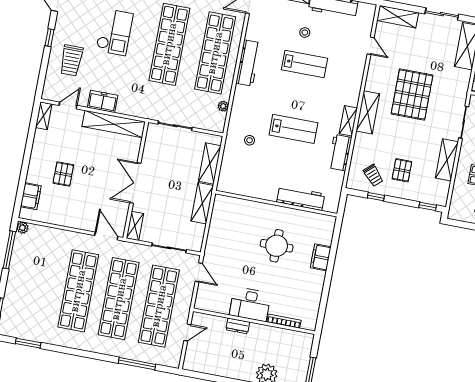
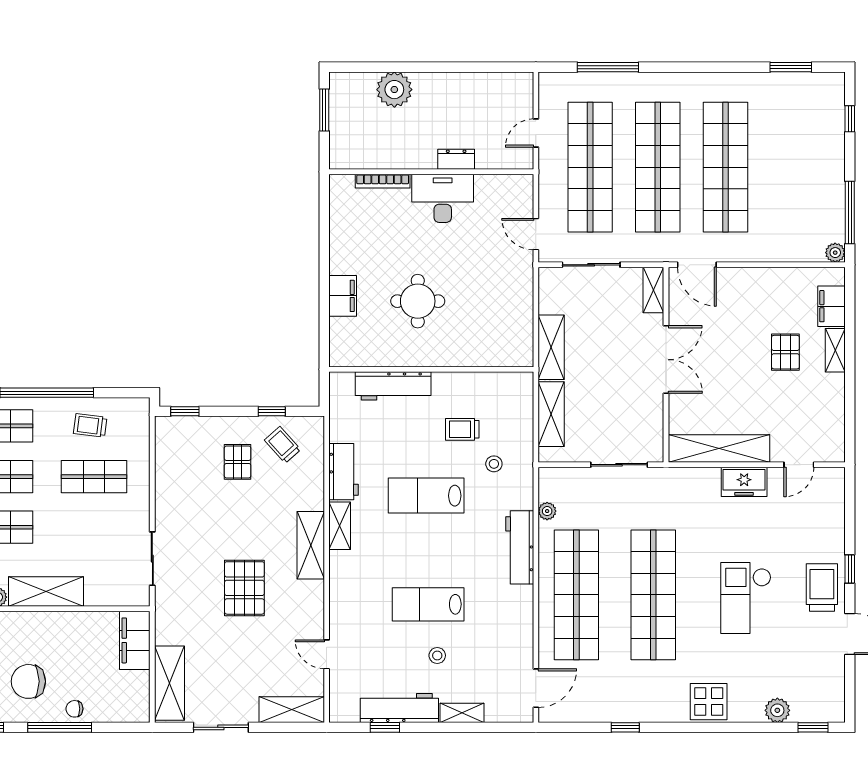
trolley: (71, 60) -> (822, 588), moved
workbench: (248, 63) -> (520, 547), moved
pallet: (412, 94) -> (244, 588), width x0.73, depth x0.71
shelving: (44, 116) -> (835, 350), moved
shelving: (447, 160) -> (168, 492), removed
trolley: (264, 164) -> (462, 429), added

